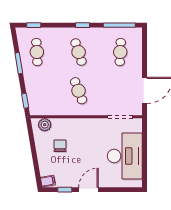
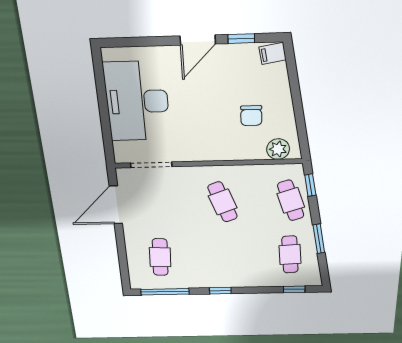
cafe table: (79, 52) -> (291, 200), moved

